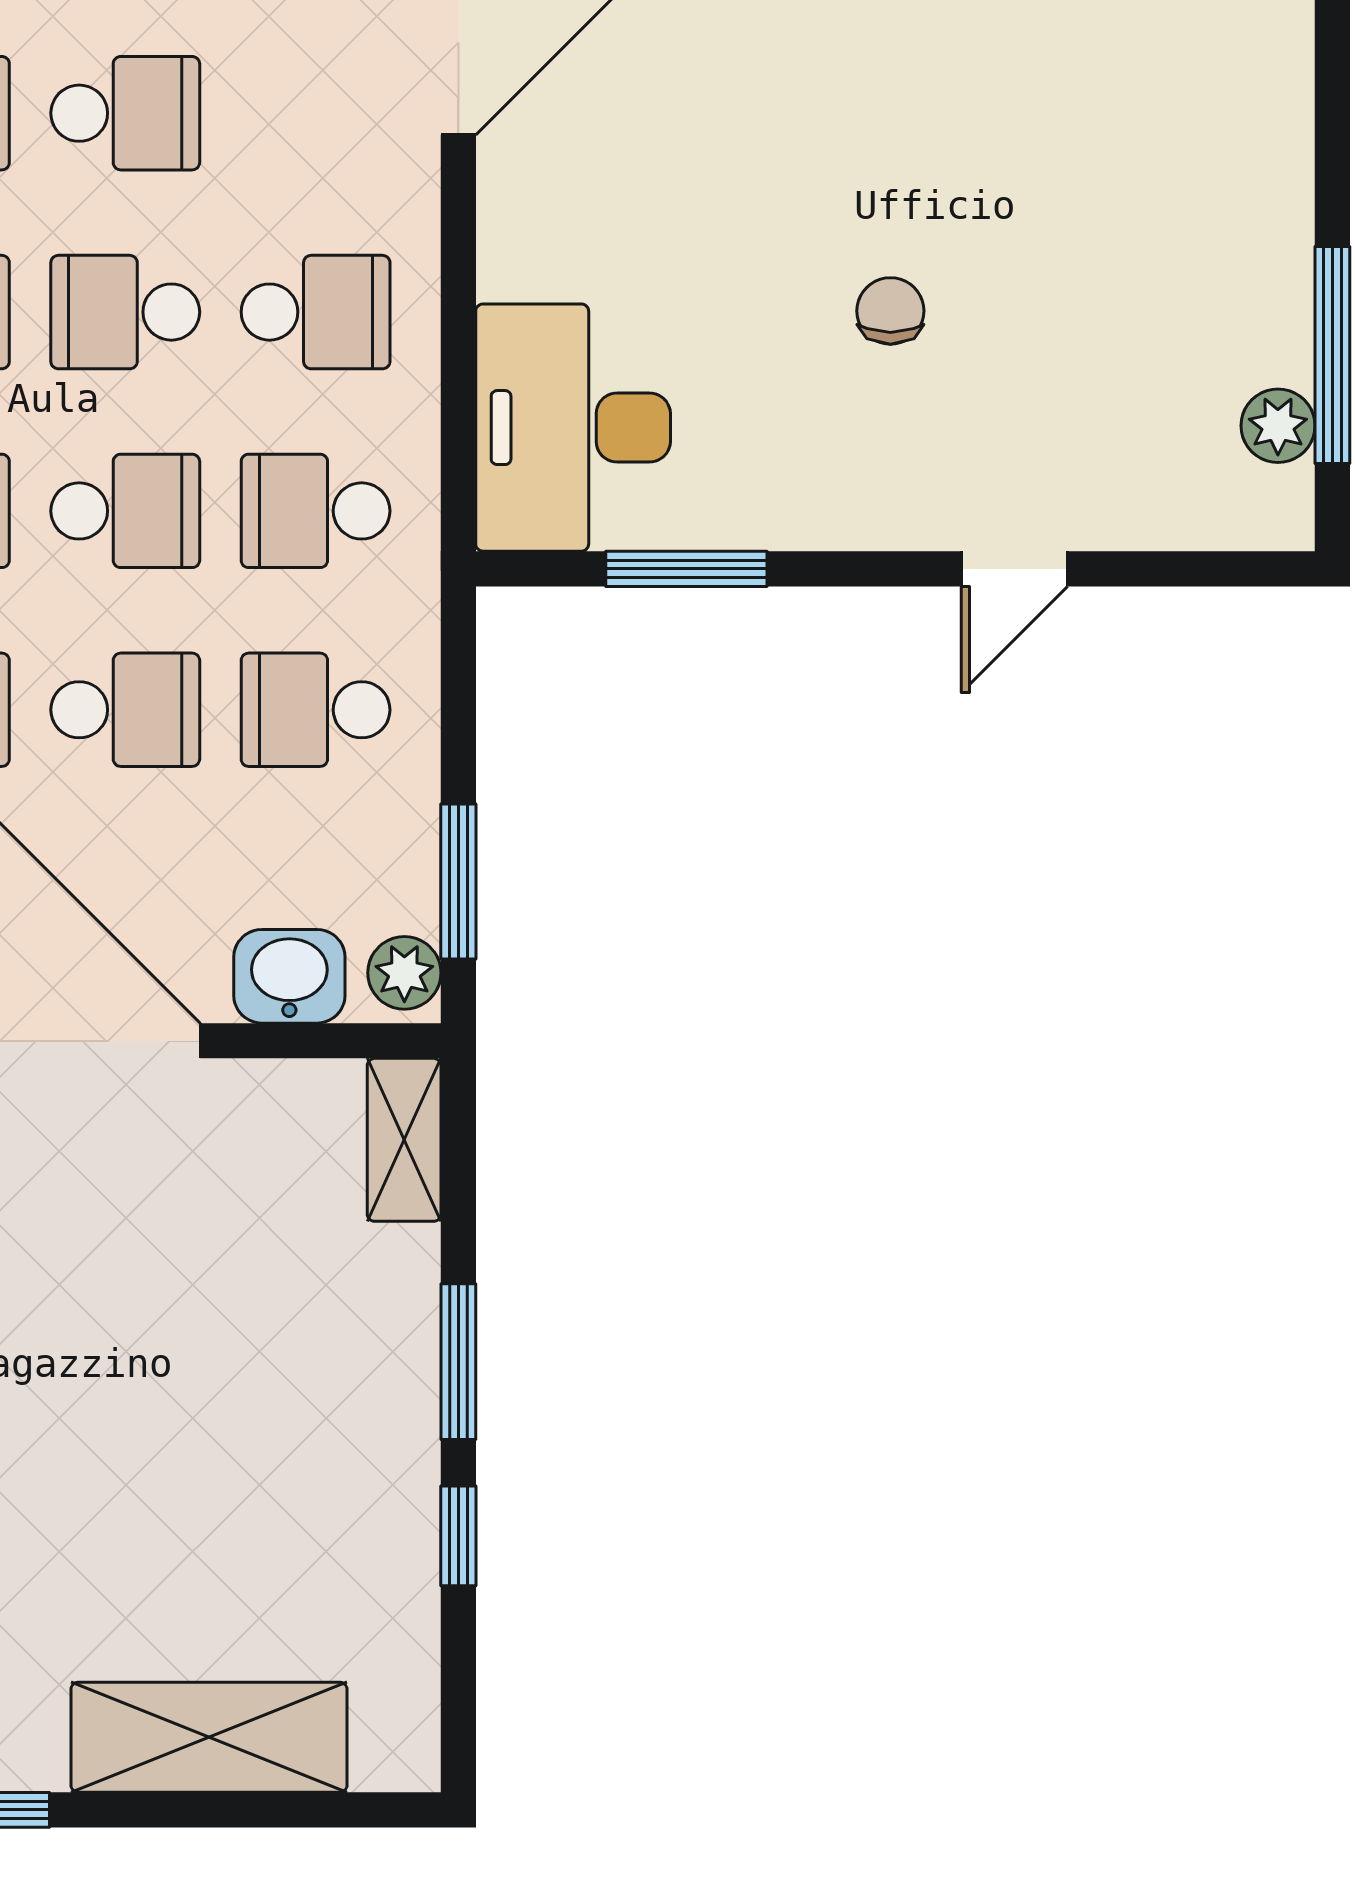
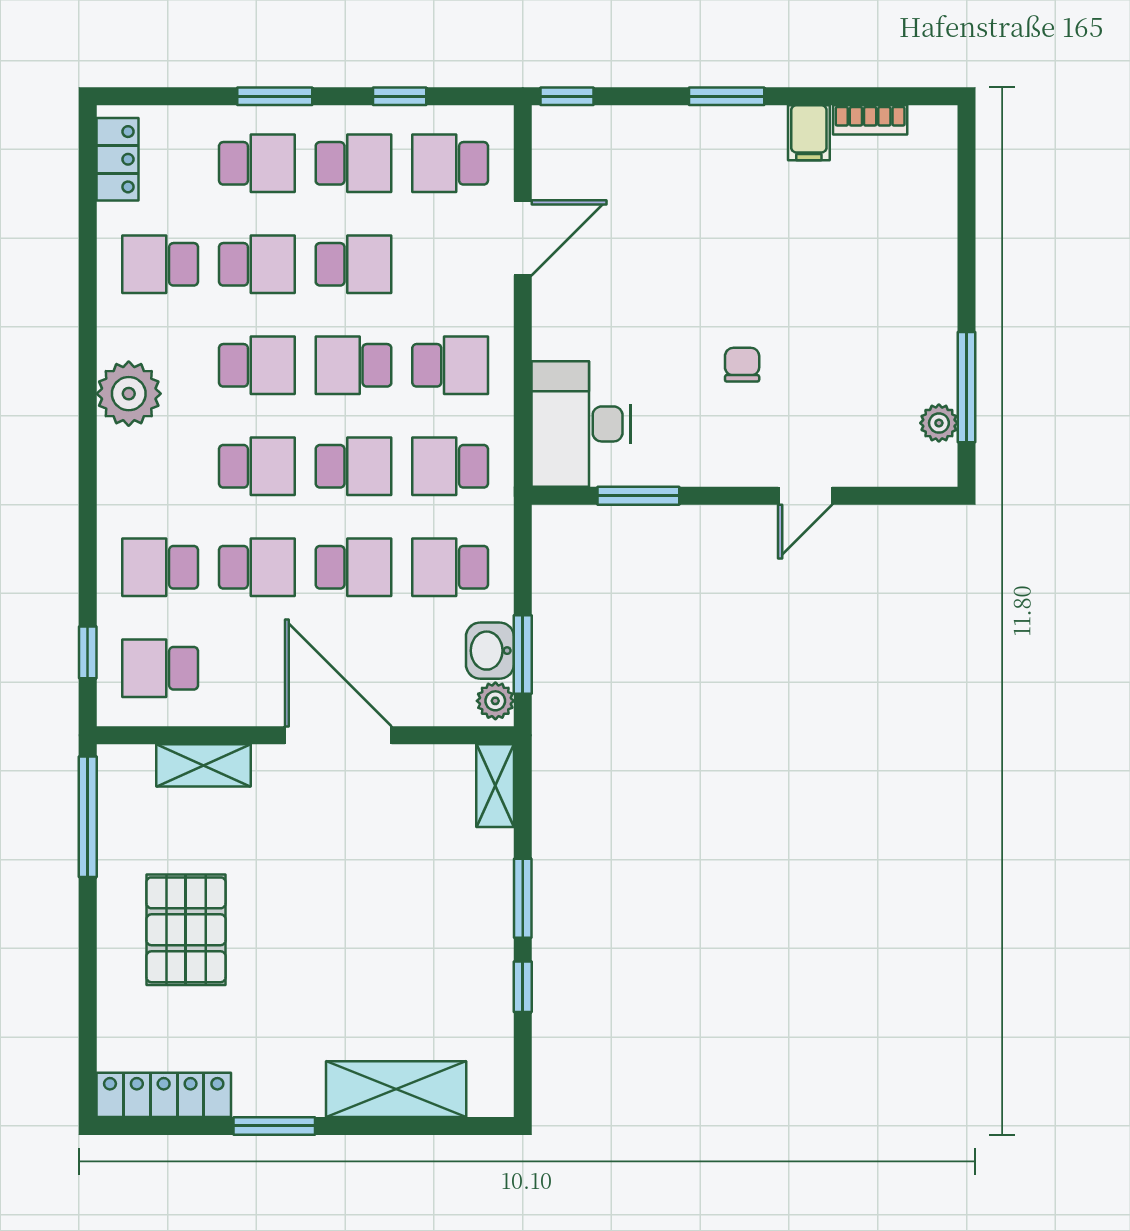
washbasin: (289, 976) -> (490, 651), moved, turned -90

